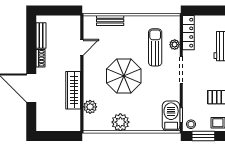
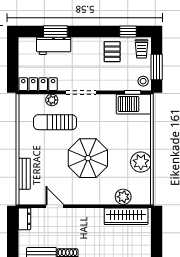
dresser: (71, 21) -> (25, 219), added
wardrobe: (73, 90) -> (126, 216), moved

